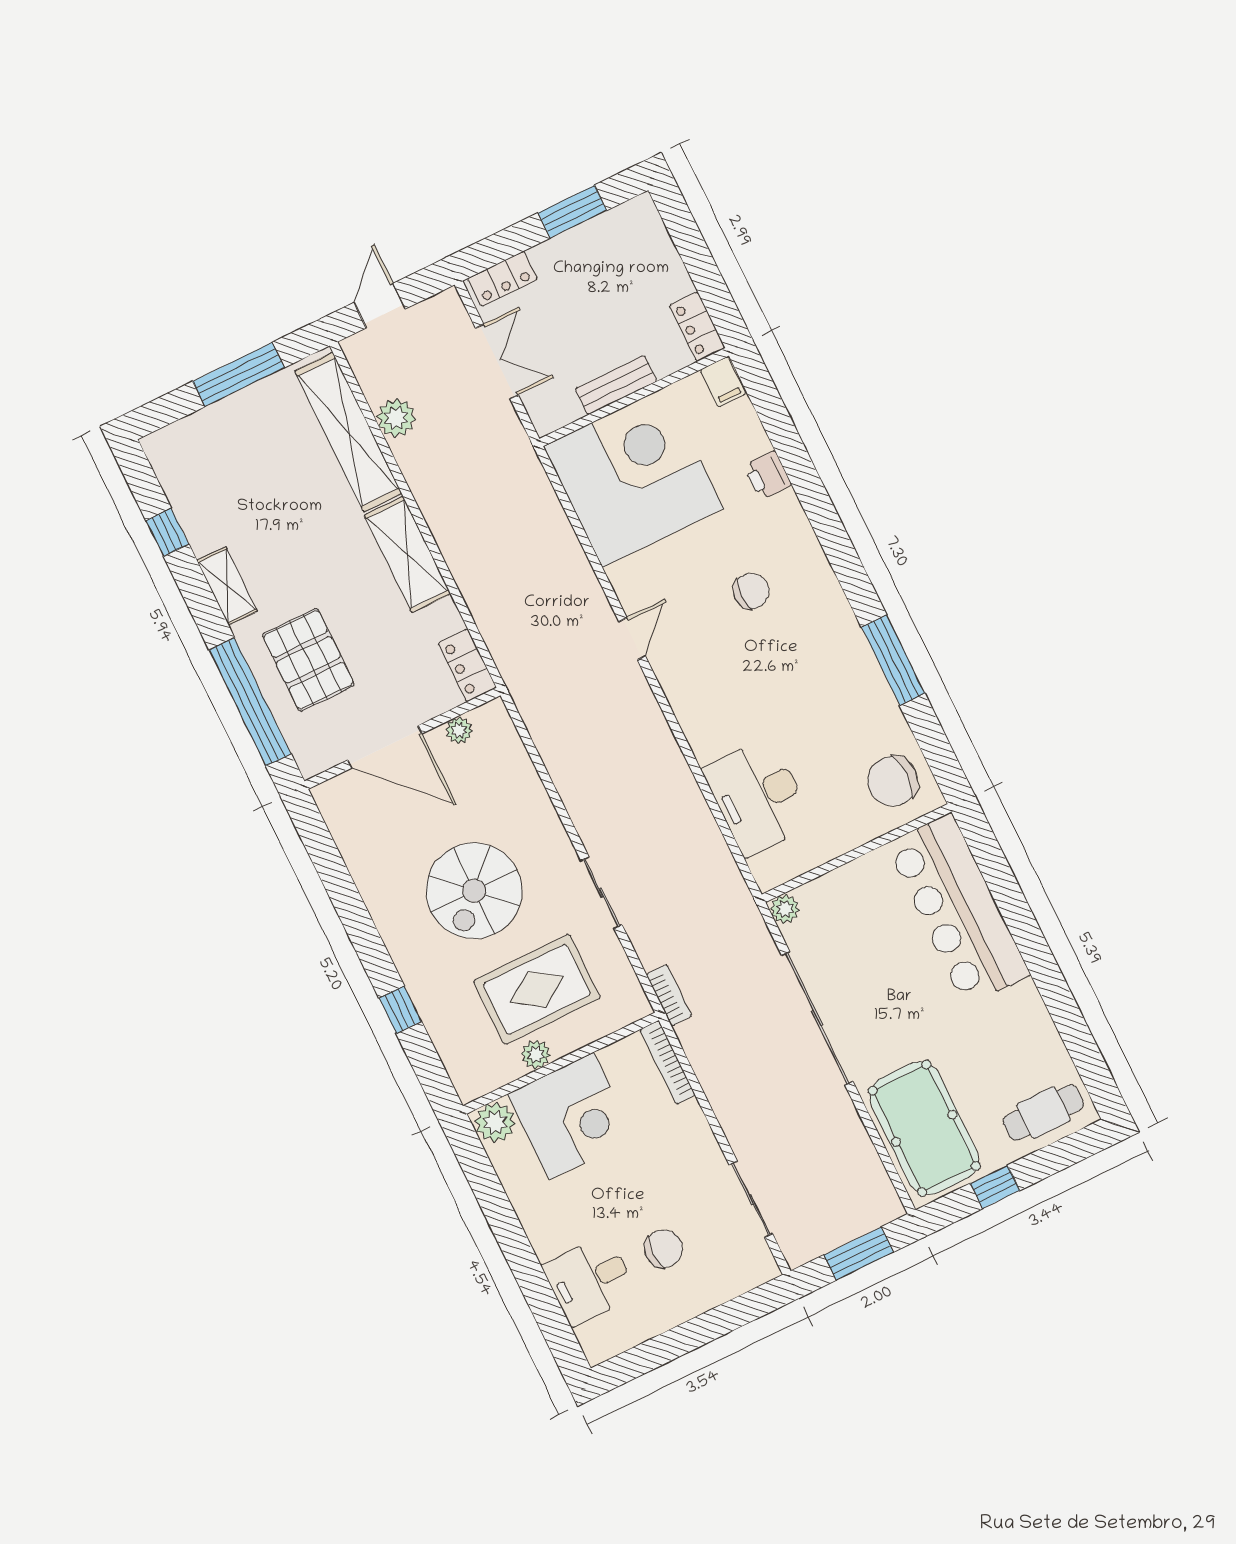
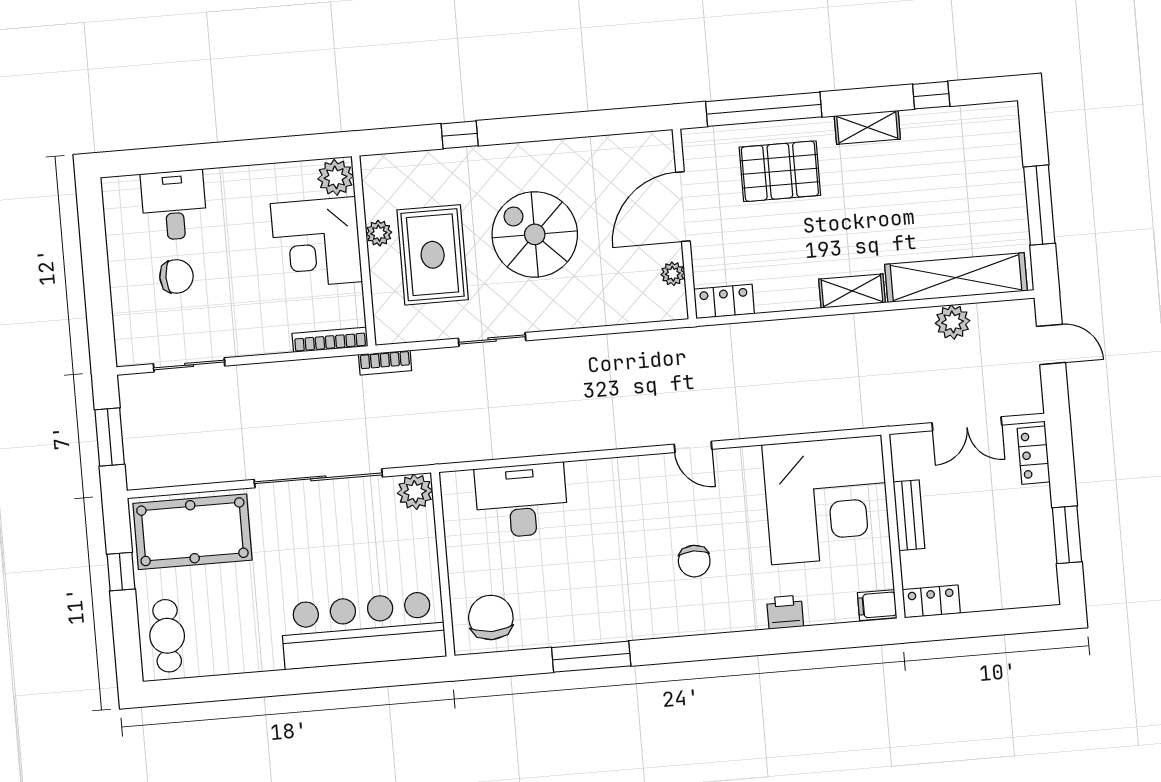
shelving: (408, 554) -> (852, 291), width x0.67, depth x0.75
plant: (785, 909) -> (415, 492), width x1.38, depth x1.38
chair: (664, 1249) -> (176, 276), turned -90

